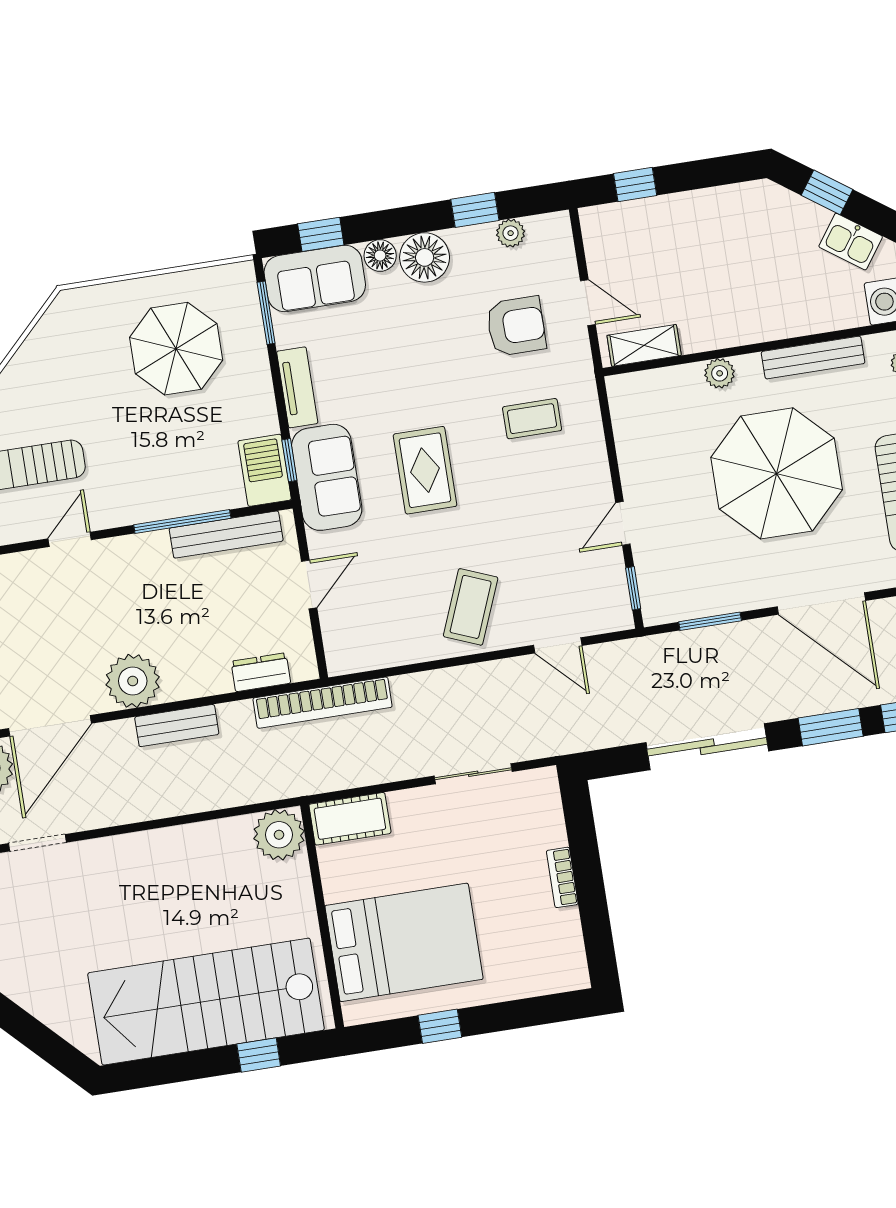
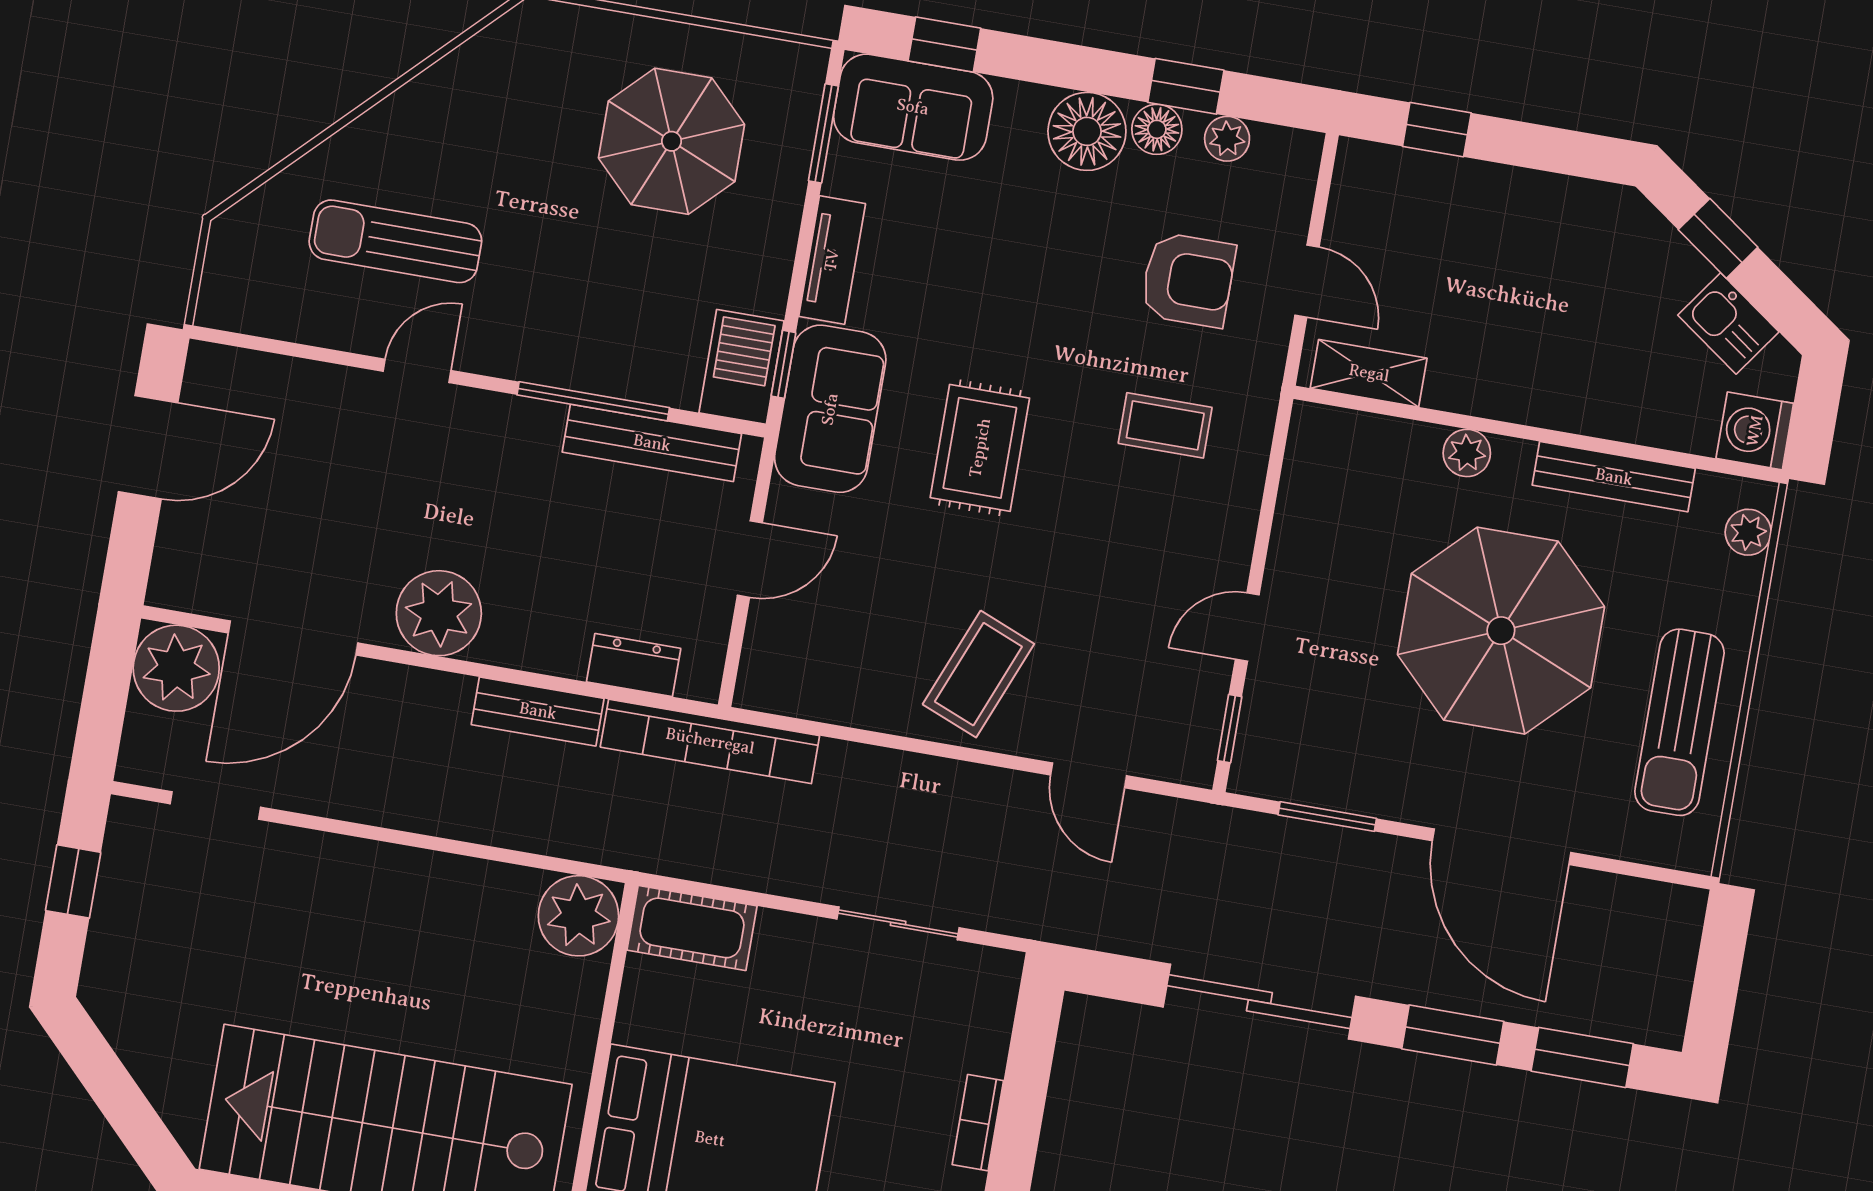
floor lamp: (380, 256) -> (1157, 129), moved
bench: (177, 726) -> (538, 711), moved

